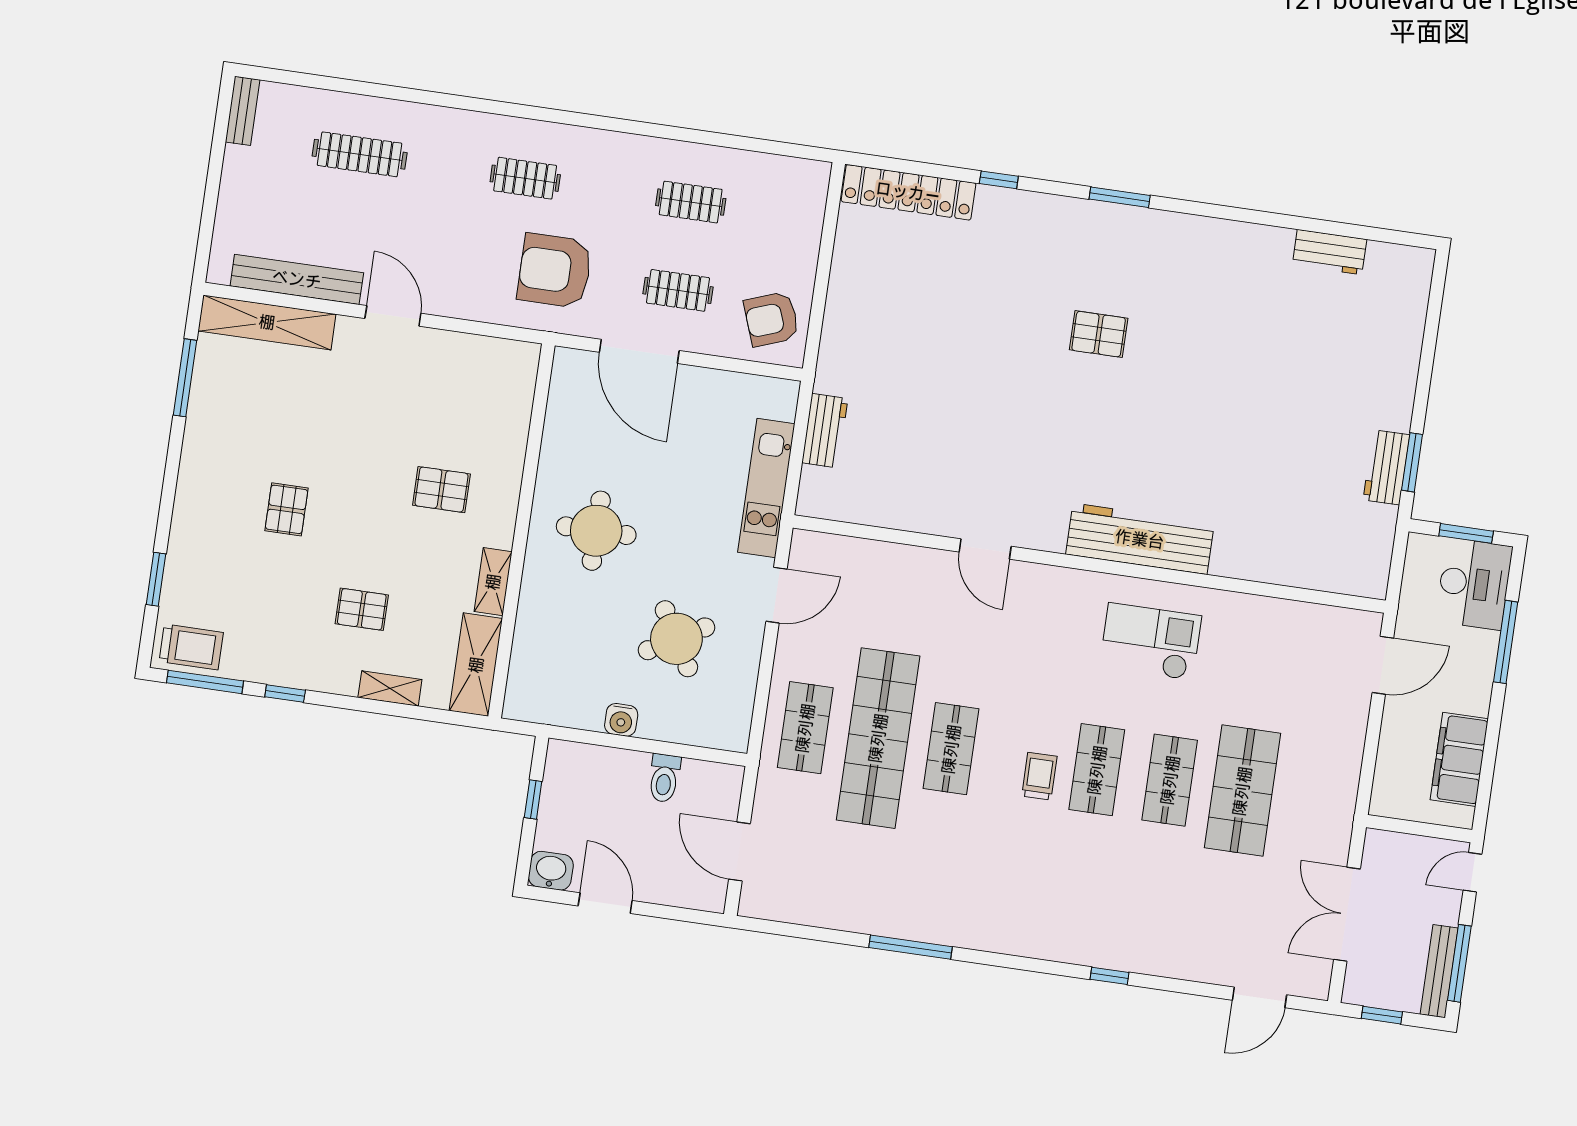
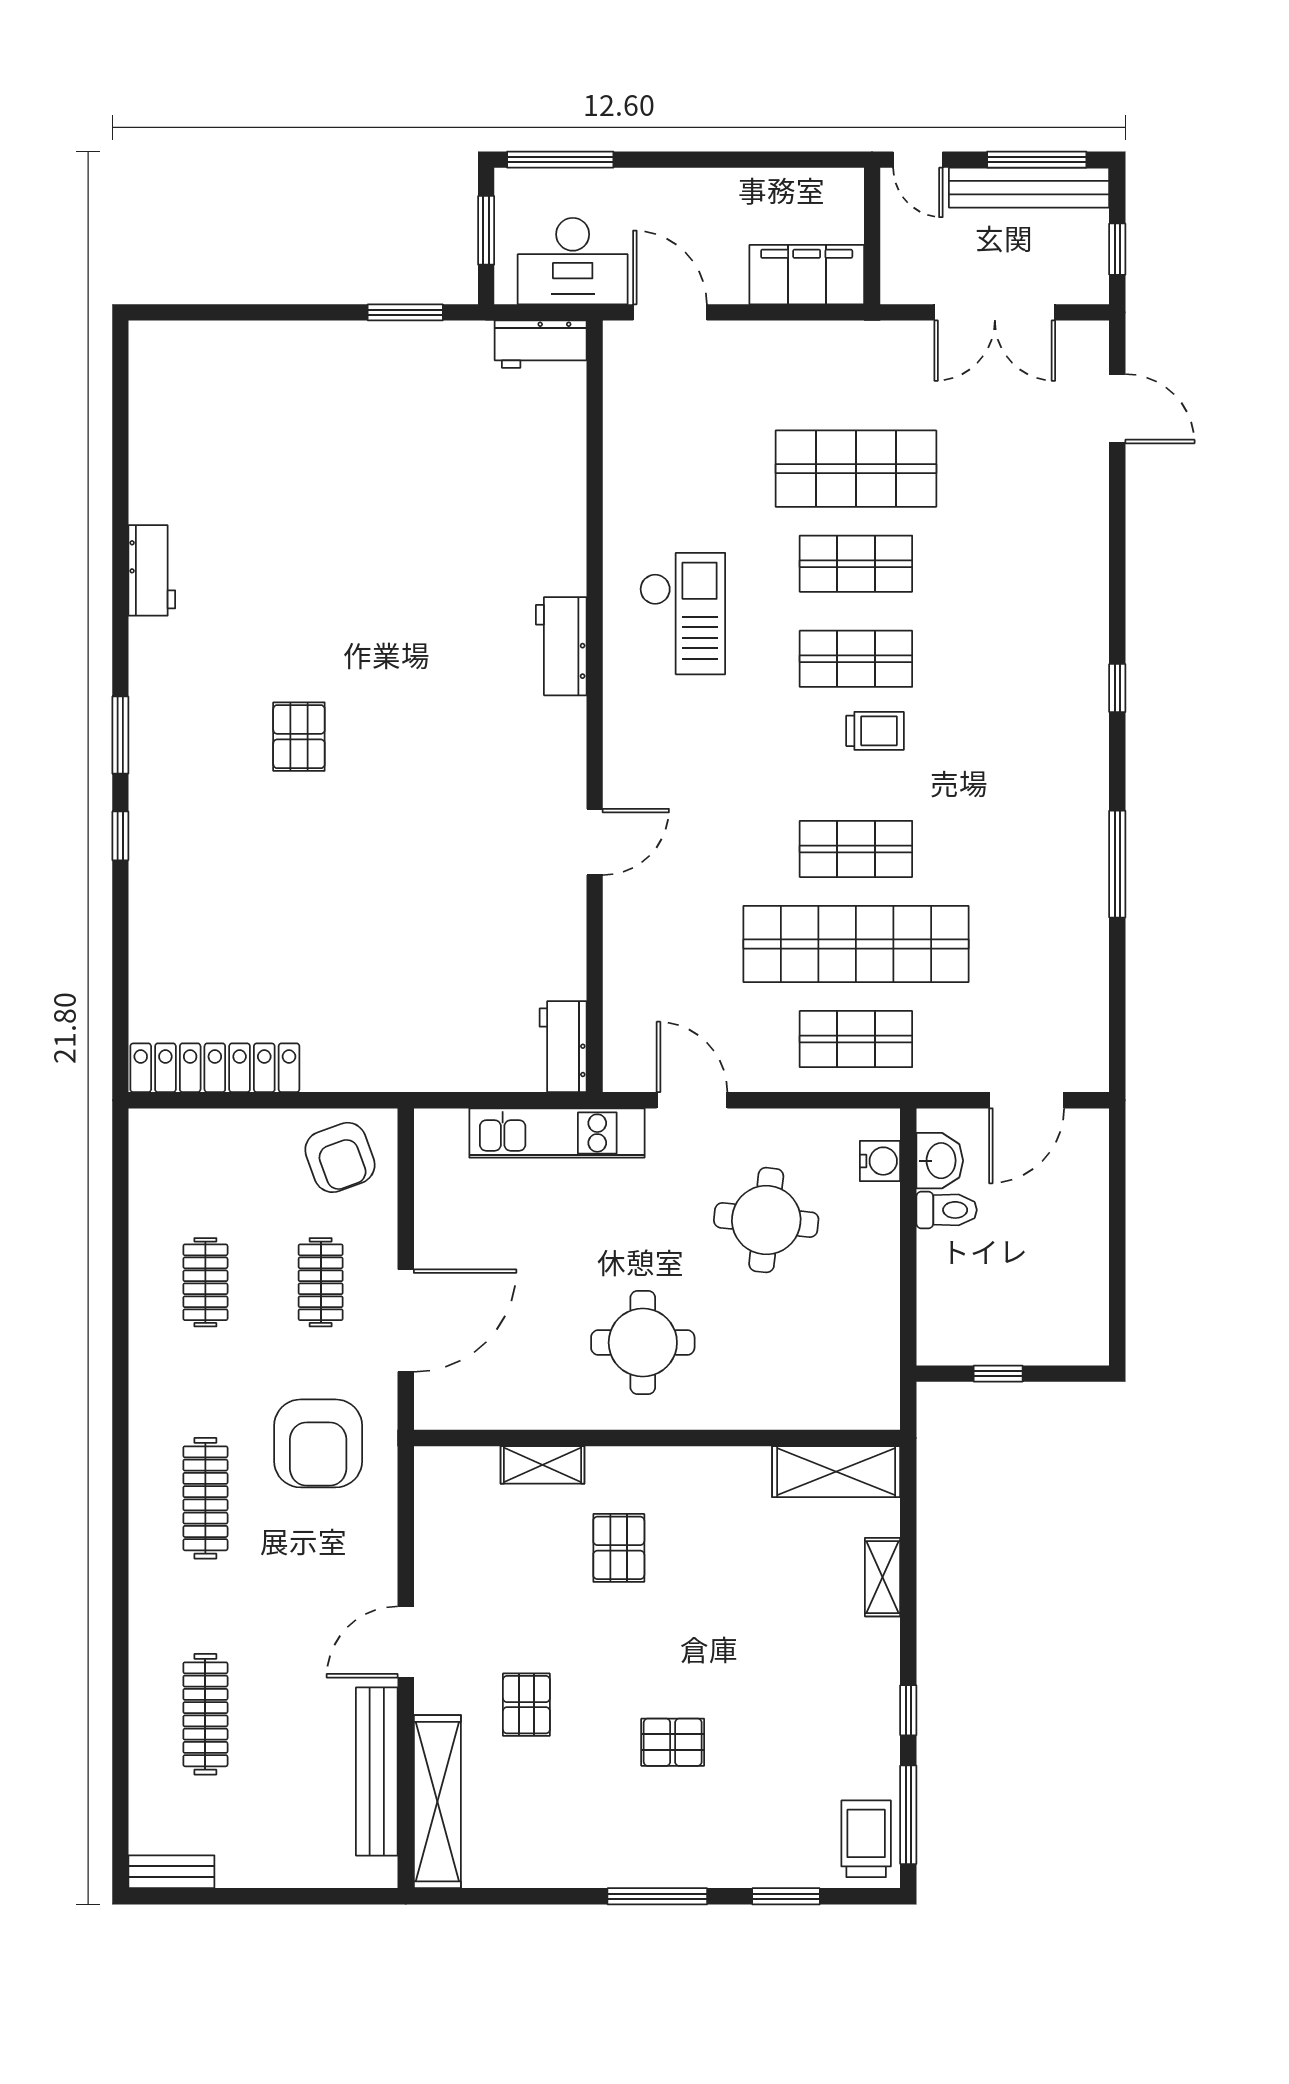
clothes rail: (525, 178) -> (205, 1498), width x1.36
window: (999, 180) -> (120, 836), moved
locker: (908, 192) -> (215, 1068), moved, turned -90
workbench: (1329, 252) -> (152, 570), moved
window: (185, 378) -> (657, 1896), moved
workbench: (825, 431) -> (563, 1047), moved, turned -90
workbench: (1386, 467) -> (541, 344), moved
workbench: (1140, 539) -> (561, 646), width x0.53, depth x0.76
shelving: (493, 582) -> (542, 1465), moved
desk: (1474, 584) -> (573, 261), moved, turned 180
pallet: (362, 609) -> (526, 1705), moved
round table: (676, 639) -> (766, 1220), turned 36
checkout: (1151, 642) -> (682, 614), turned 180
window: (1506, 642) -> (560, 160), moved
water cooler: (621, 720) -> (880, 1161), moved
filing cabinet: (1459, 759) -> (807, 275), moved, turned 180
trolley: (1039, 776) -> (875, 731), turned 180
washbasin: (551, 871) -> (940, 1161), moved, turned 180
door: (605, 903) -> (1117, 1262), removed
bench: (1439, 971) -> (1029, 188), width x1.37, depth x1.21
window: (1110, 976) -> (1117, 688), moved

